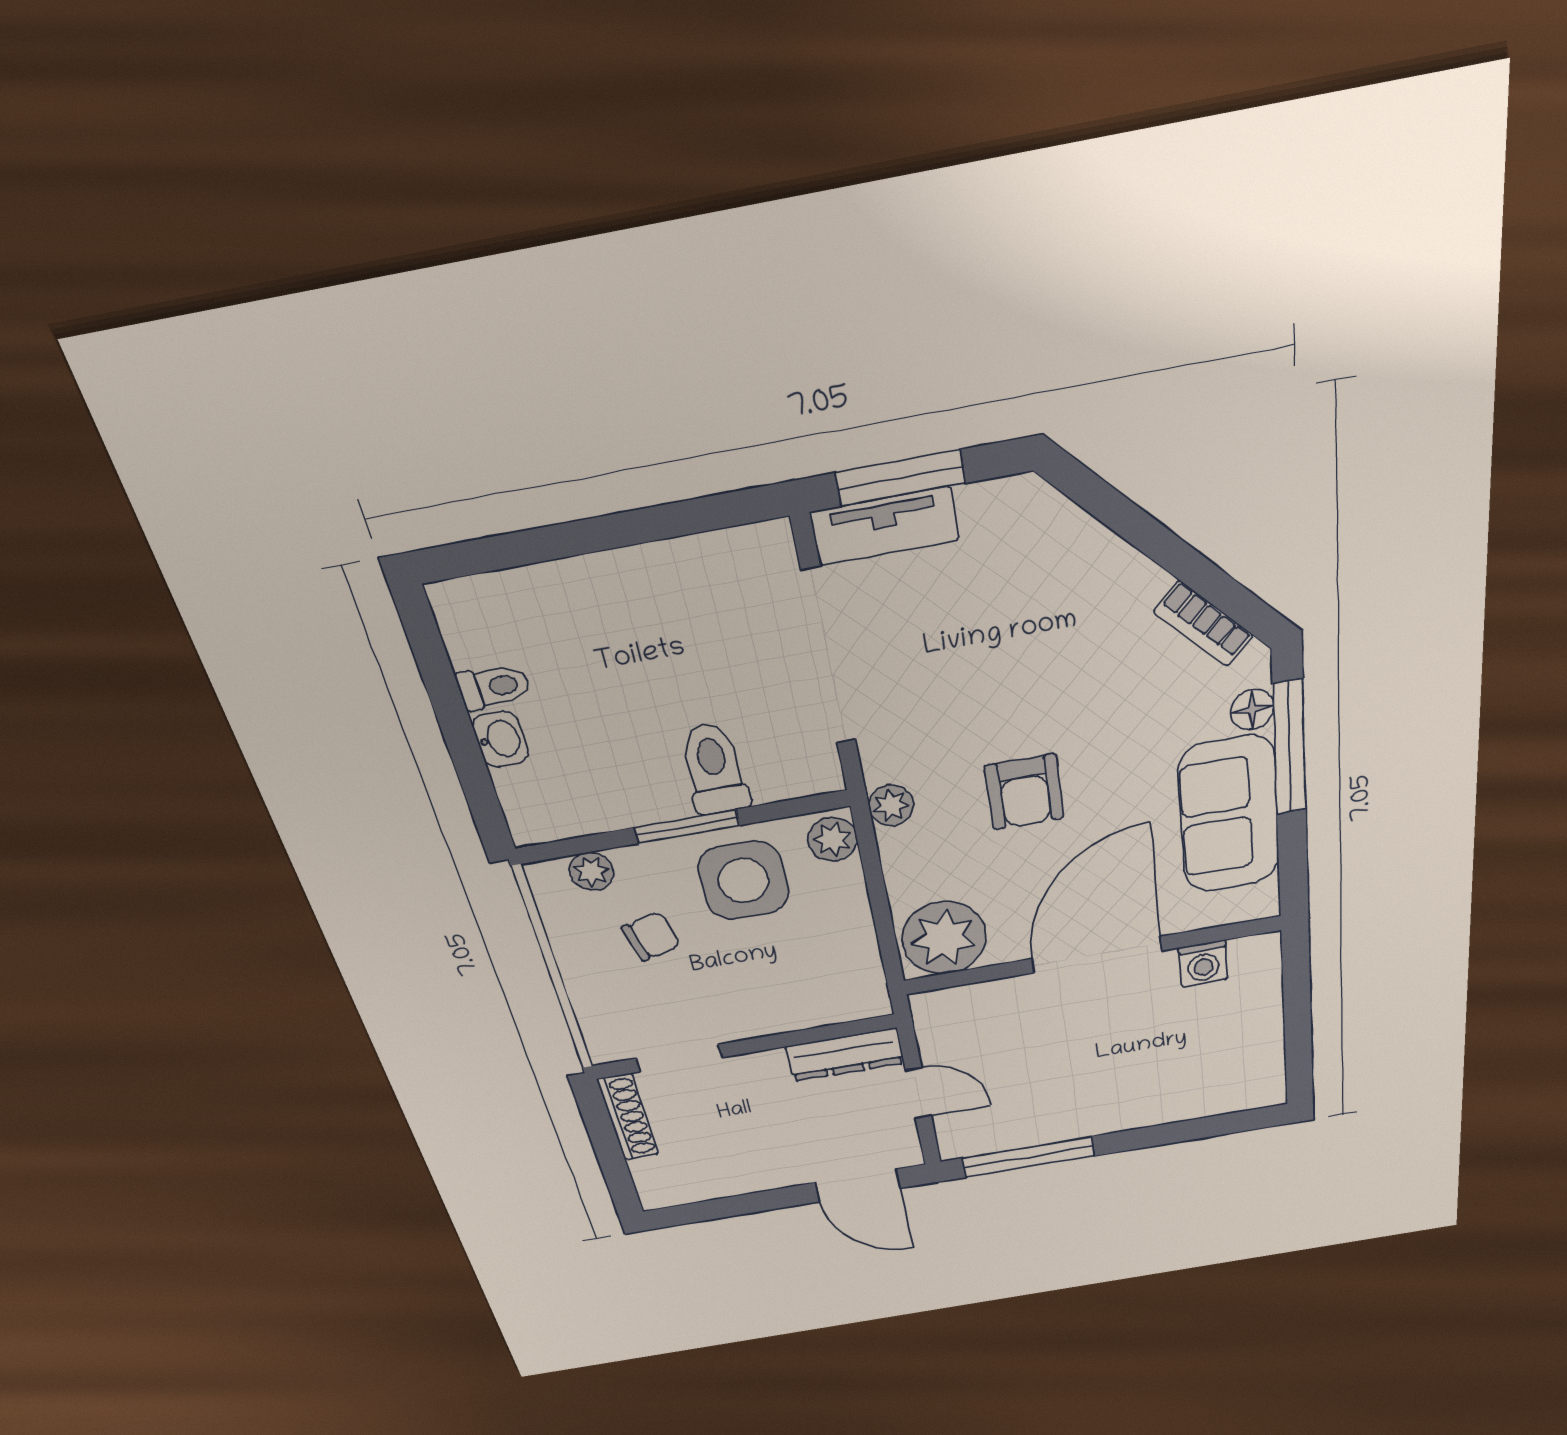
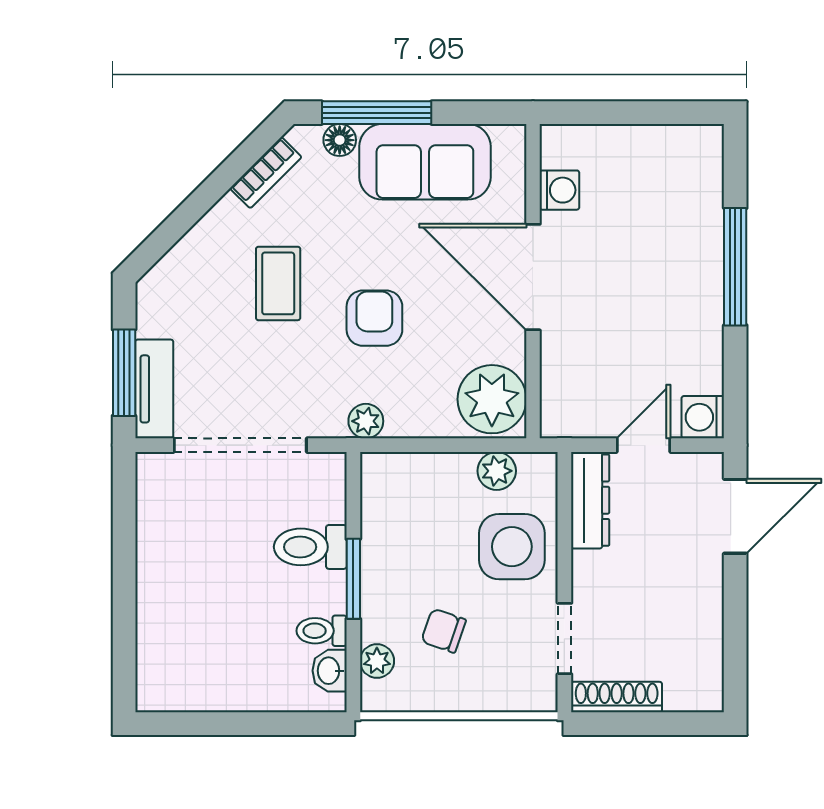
coffee table: (1055, 667) -> (278, 283), added
toilet: (494, 687) -> (322, 631), moved, turned -90
washbasin: (500, 739) -> (330, 671), moved, turned -90
armchair: (1024, 792) -> (374, 318), turned -90
plant: (833, 839) -> (497, 471), moved
side table: (743, 881) -> (512, 547), moved
chair: (651, 936) -> (444, 631), turned -57
washing machine: (960, 1140) -> (703, 417), added
window: (1028, 1157) -> (735, 267), moved

